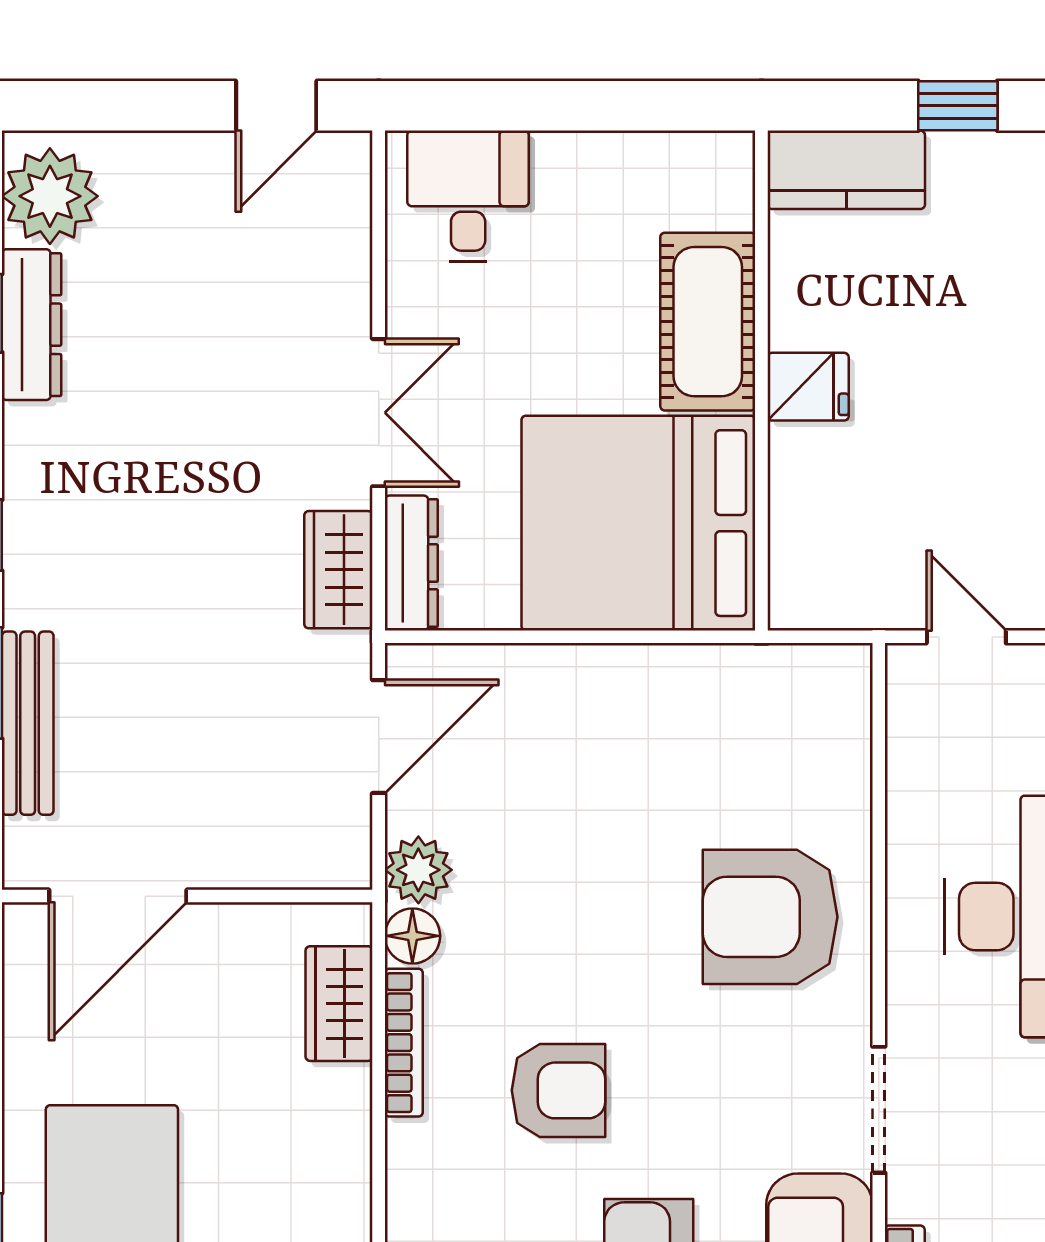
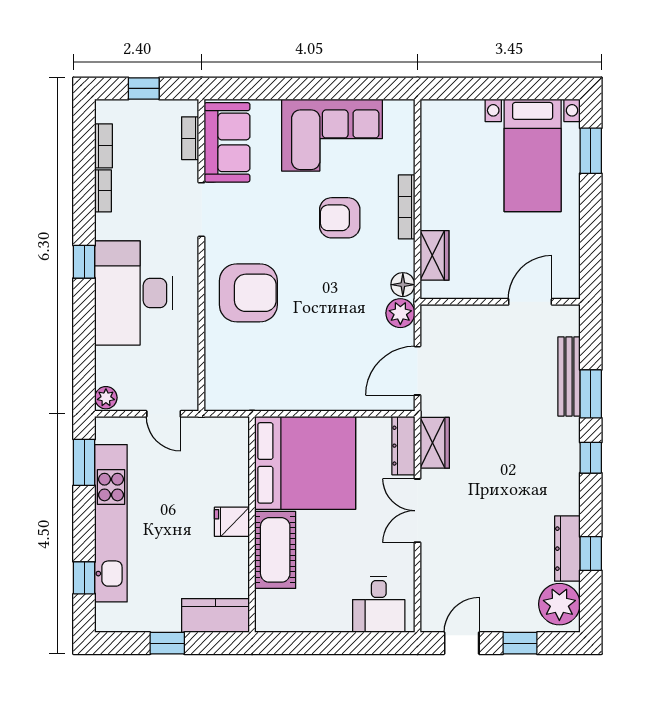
window: (141, 106) -> (520, 643), added
door: (118, 896) -> (530, 302), width x0.73
bookcase: (404, 1043) -> (407, 207), moved

